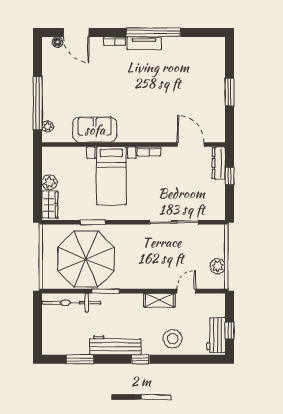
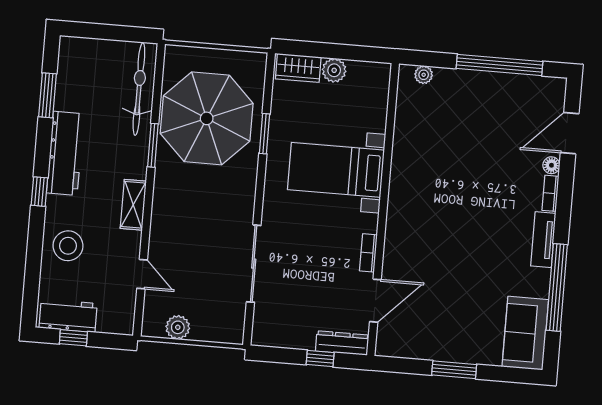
window: (153, 32) -> (557, 287), moved
floor lamp: (57, 42) -> (551, 165), moved
window: (38, 103) -> (499, 65), moved
sofa: (95, 130) -> (525, 333), moved, turned 180
bookcase: (149, 151) -> (368, 253), moved
shelving: (159, 300) -> (133, 205), moved

